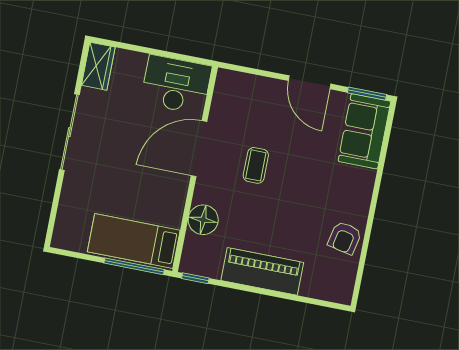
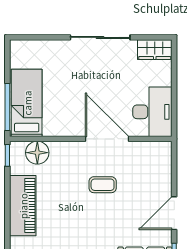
floor lamp: (203, 220) -> (37, 153), moved

